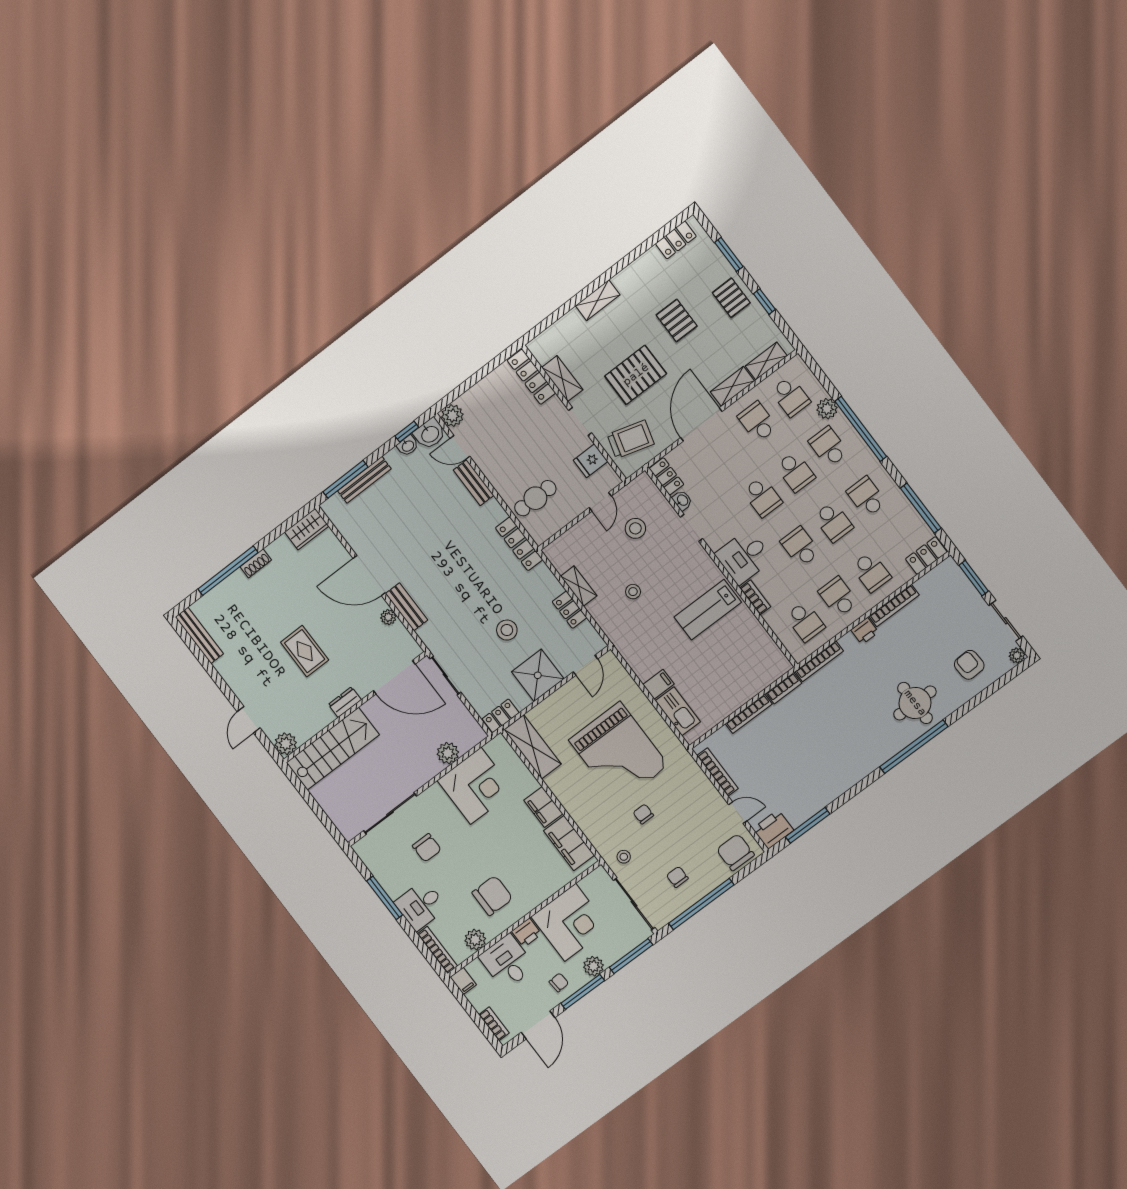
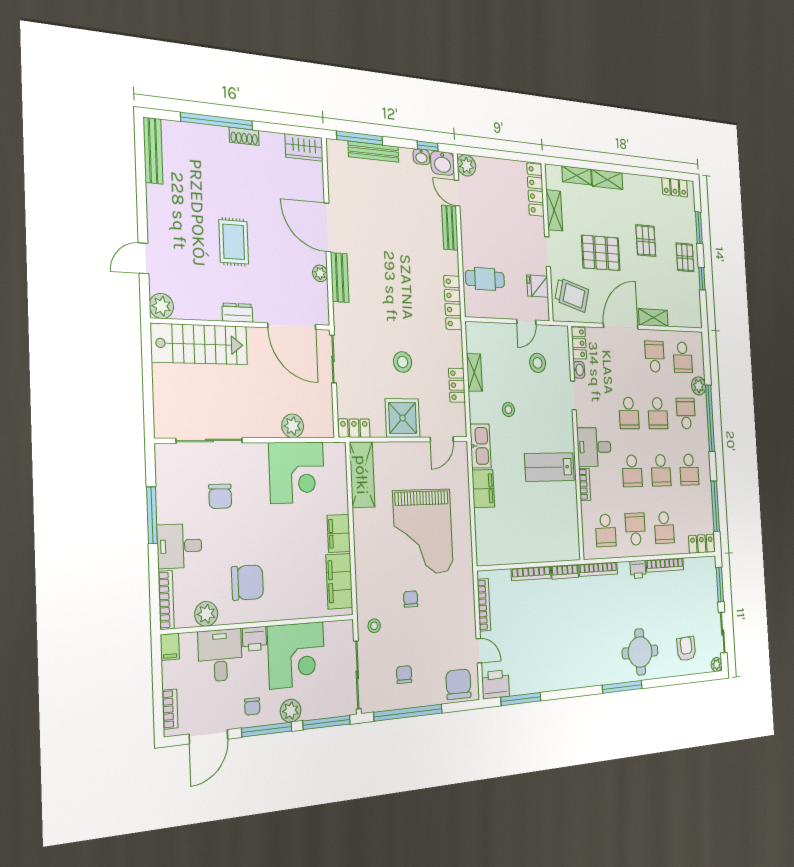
shelving: (766, 361) -> (577, 175), moved
school desk: (866, 497) -> (689, 470), turned 180
school desk: (800, 547) -> (632, 471), turned 180
filing cabinet: (658, 684) -> (483, 489), width x2.00
kitchen sink: (678, 711) -> (480, 446), moved
window: (914, 747) -> (622, 687), width x0.68
chair: (559, 982) -> (252, 706), turned 94

